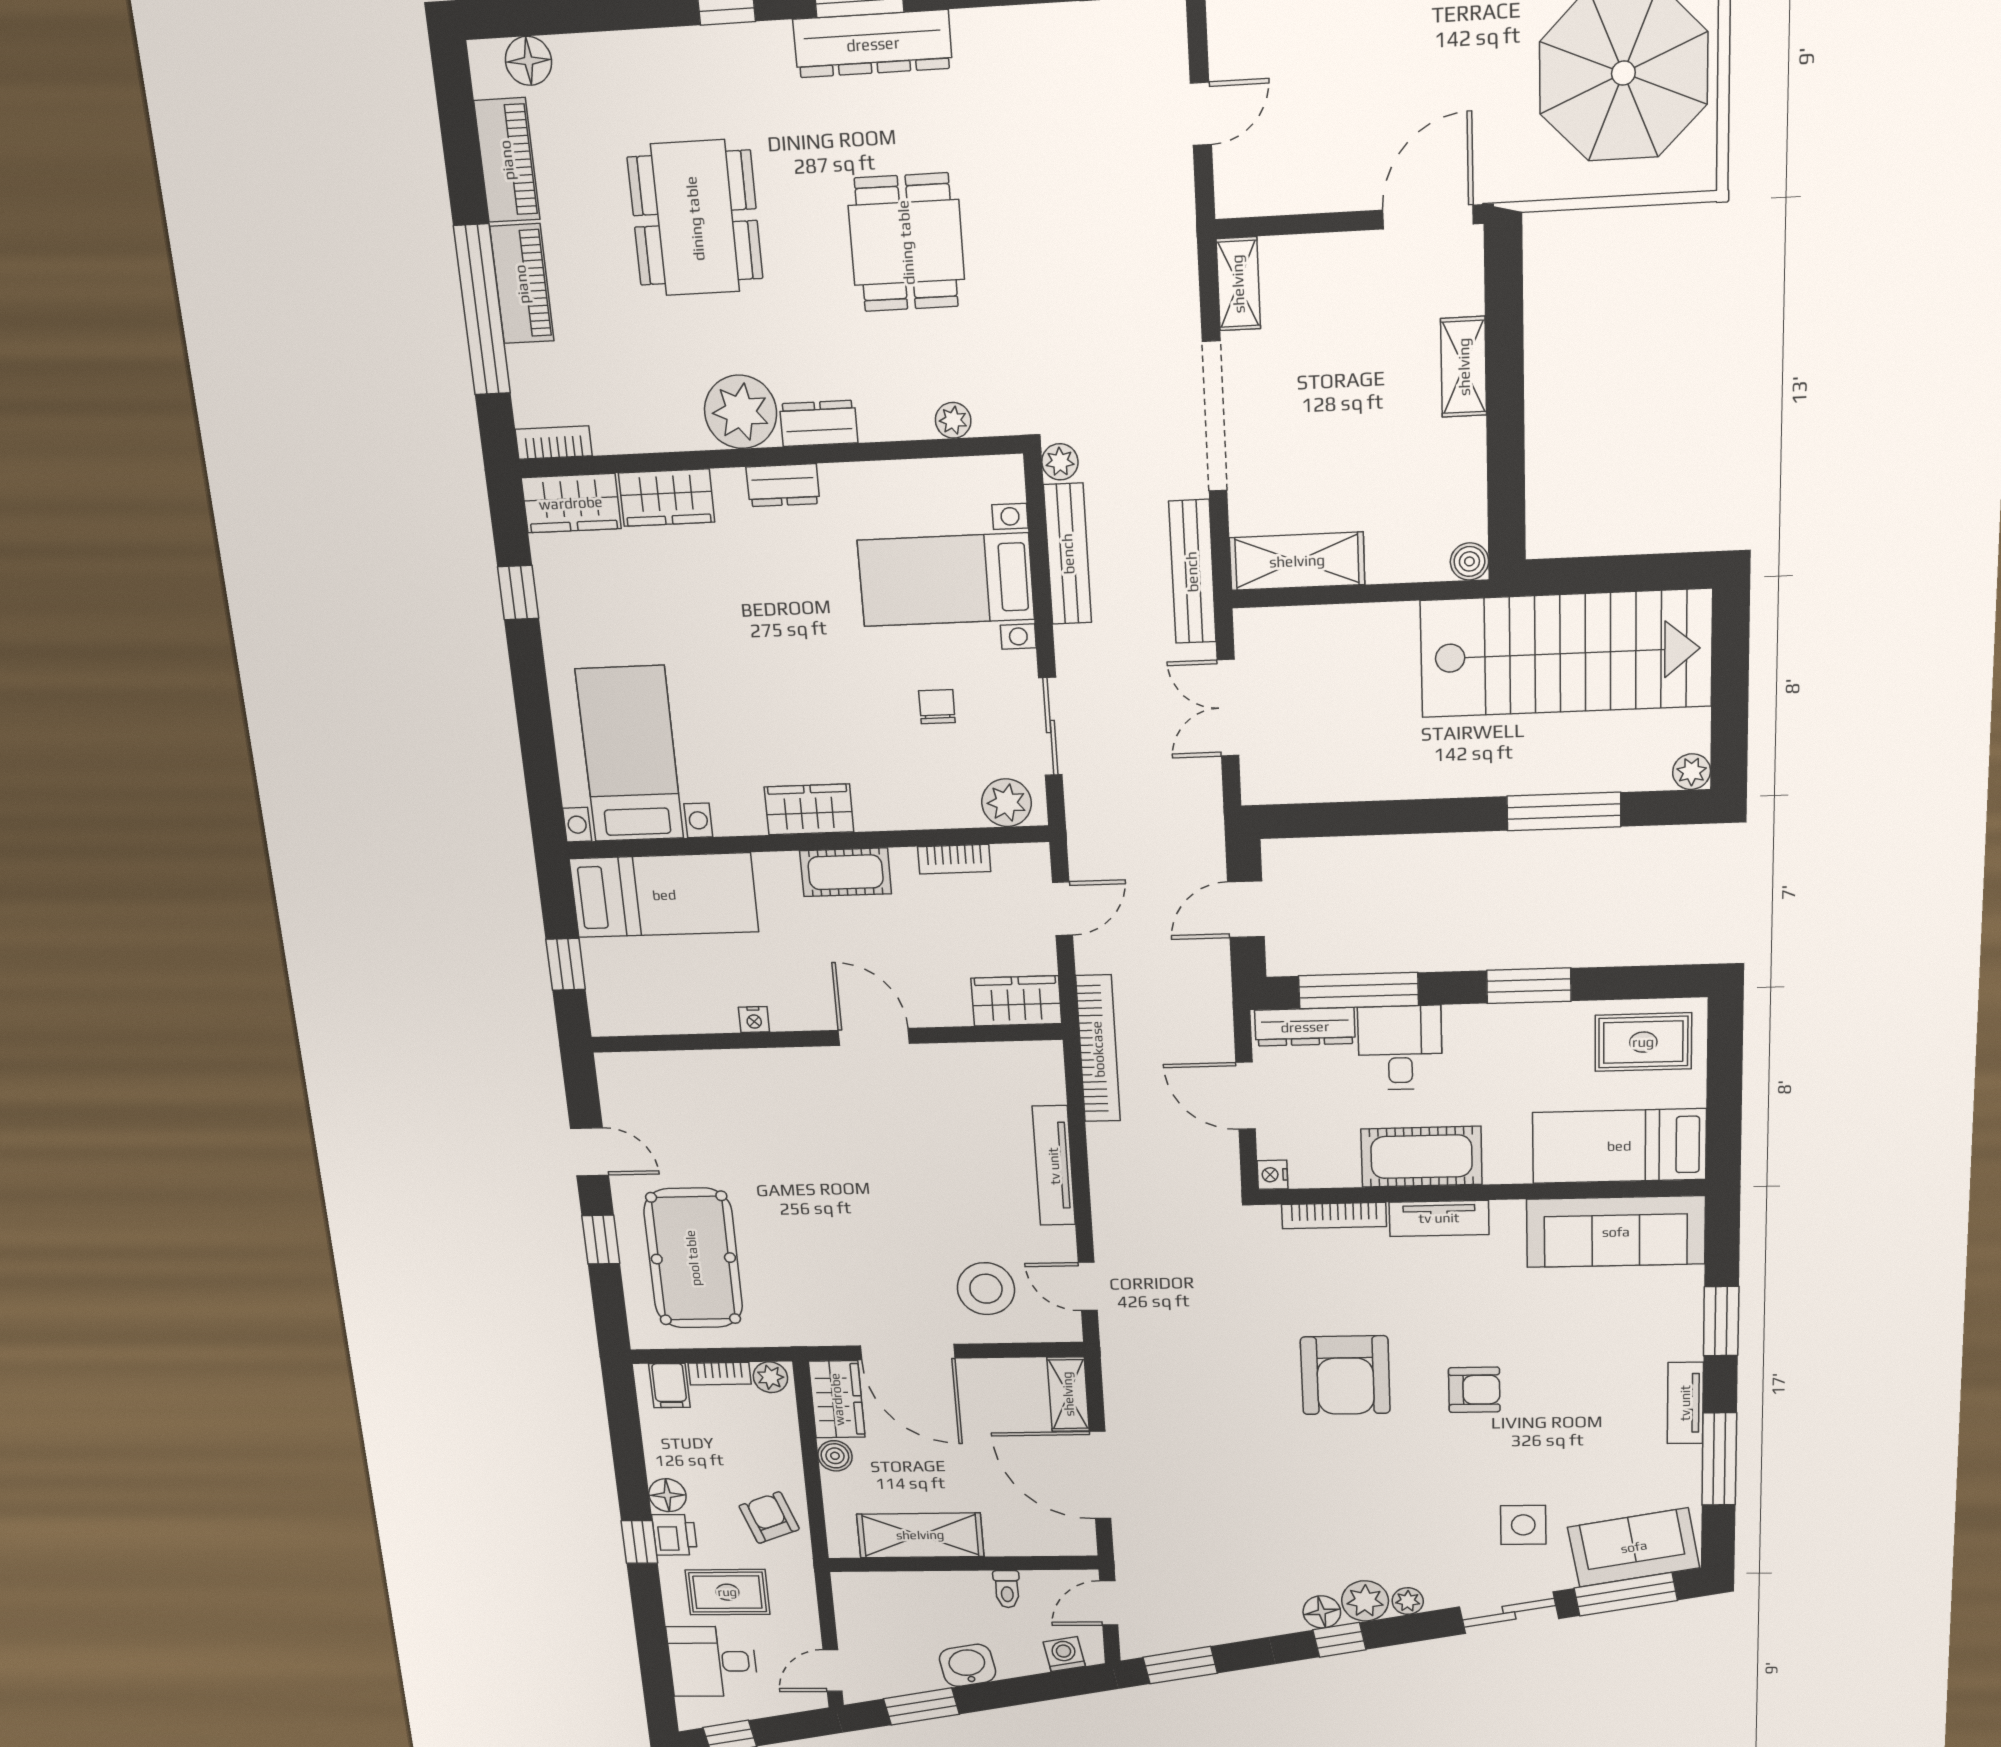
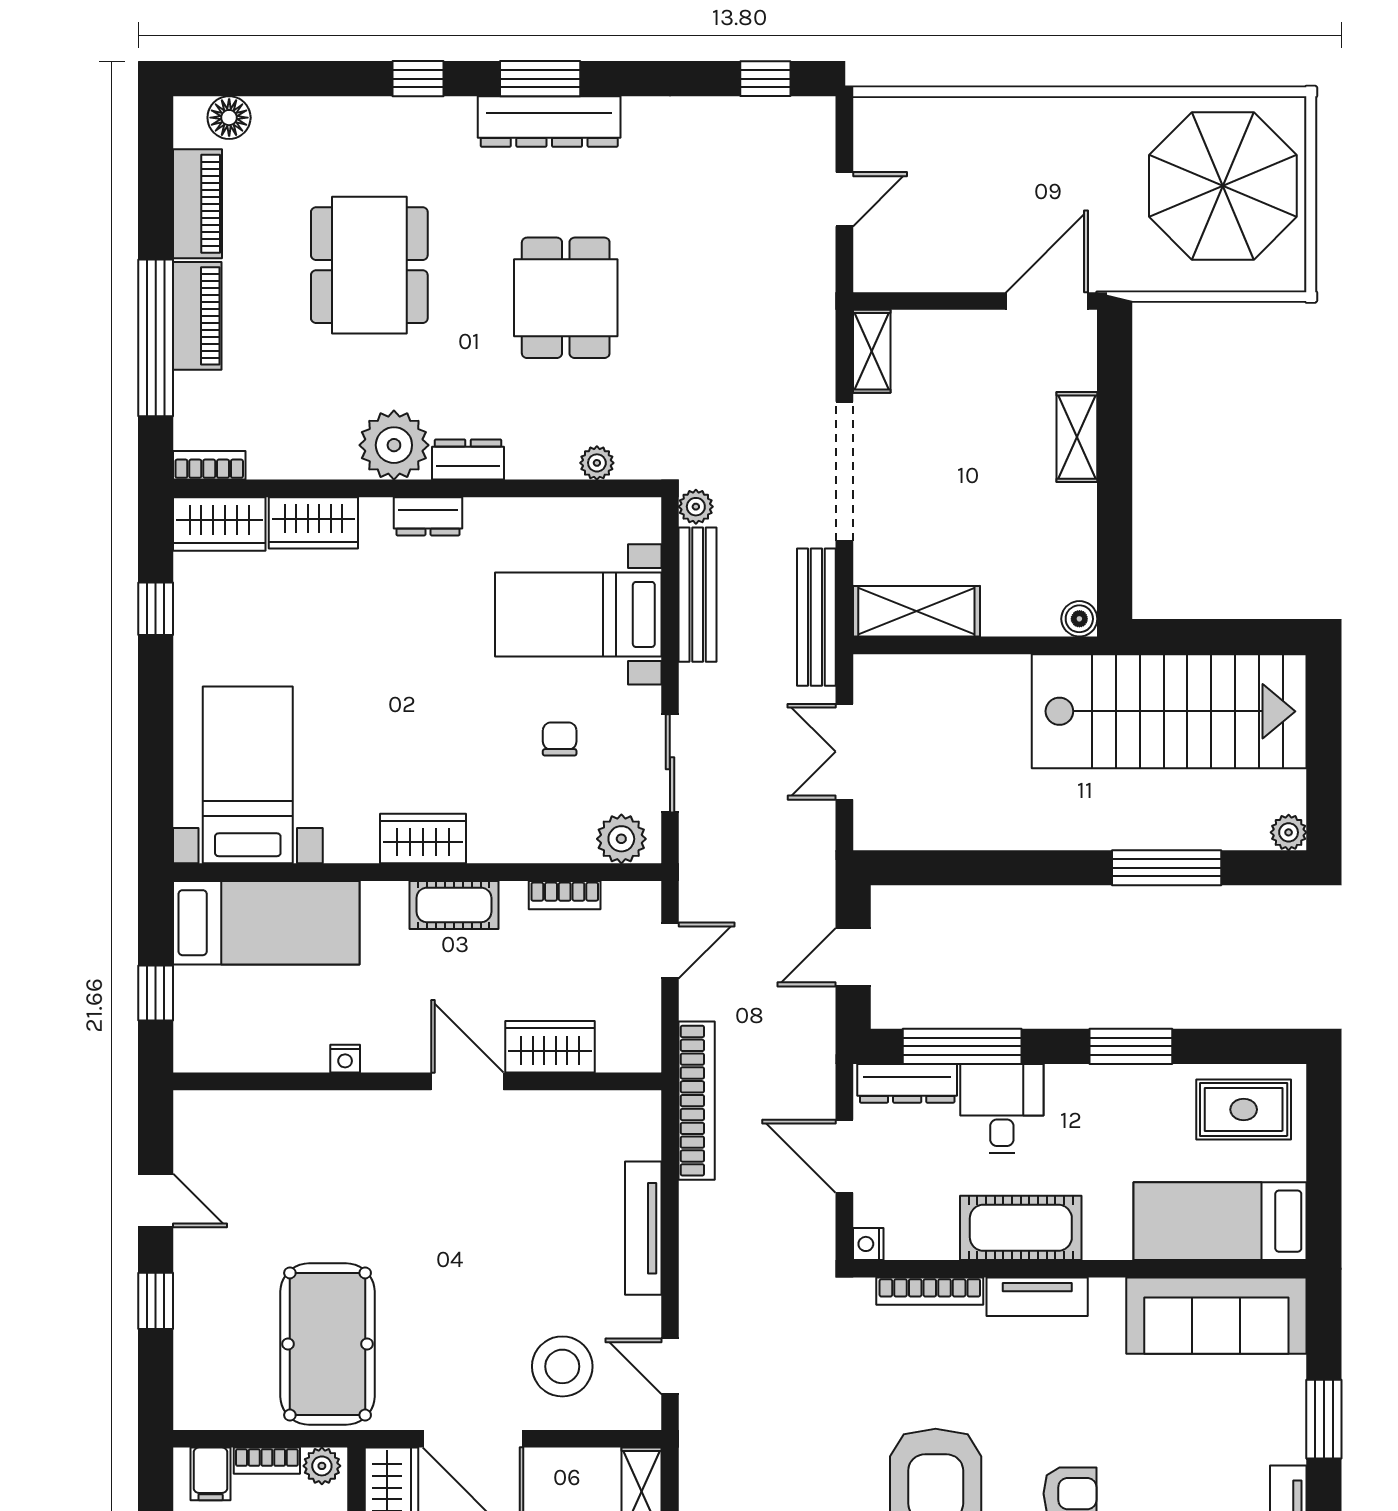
wardrobe: (1016, 1001) -> (550, 1047), moved
pool table: (693, 1258) -> (328, 1344), moved

